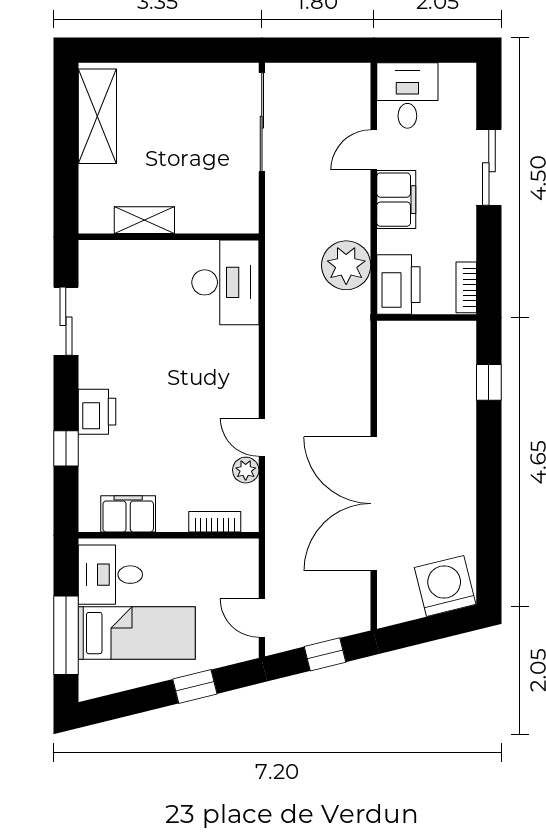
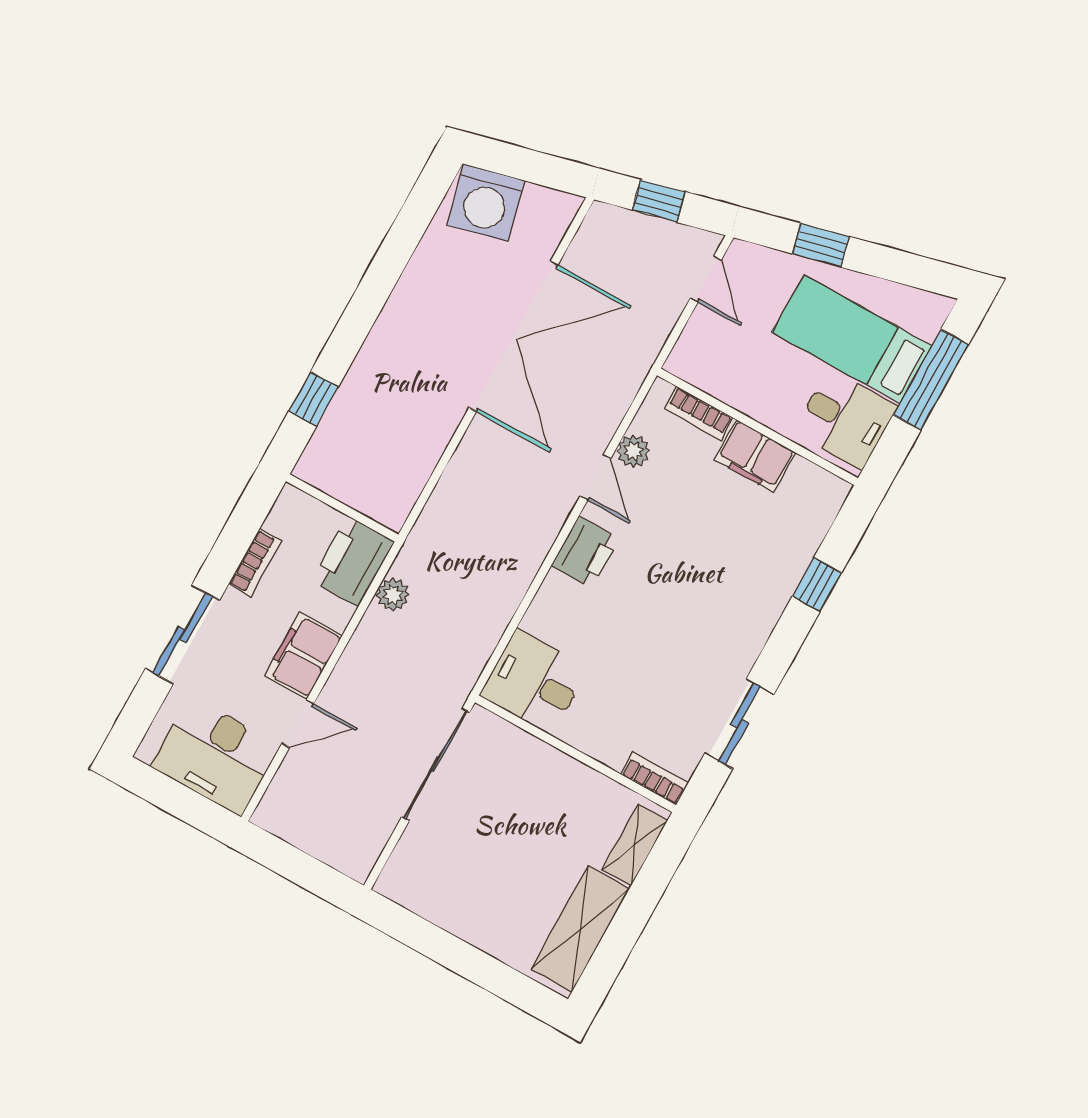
desk: (407, 95) -> (215, 756), width x1.37
sliding door: (262, 122) -> (436, 765), moved
shelving: (144, 220) -> (635, 845), moved, turned 90
bookcase: (104, 250) -> (655, 779), added
plant: (346, 265) -> (393, 595), width x0.53, depth x0.53
desk: (225, 282) -> (534, 682), width x0.73
bookcase: (466, 287) -> (255, 562), moved
printer: (97, 412) -> (585, 552), moved, turned 180
filing cabinet: (128, 514) -> (755, 456), moved

